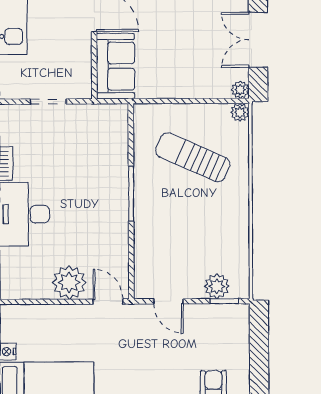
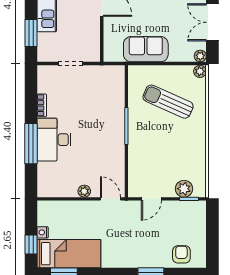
sofa: (115, 66) -> (146, 49), moved, turned -90
plant: (69, 282) -> (84, 191), width x0.53, depth x0.53
door: (168, 301) -> (151, 199), hinge flipped

